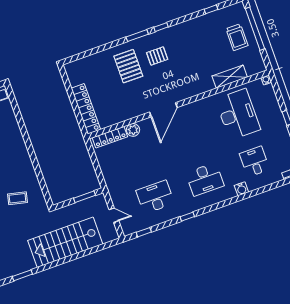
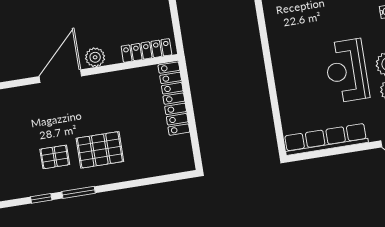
pallet: (128, 66) -> (100, 150), turned 90
plant: (133, 130) -> (95, 57), moved

